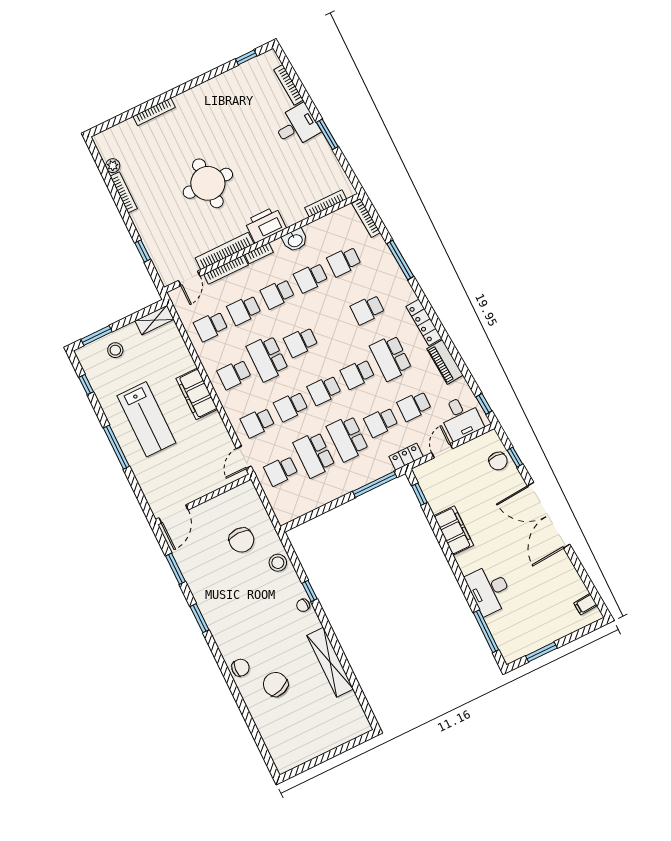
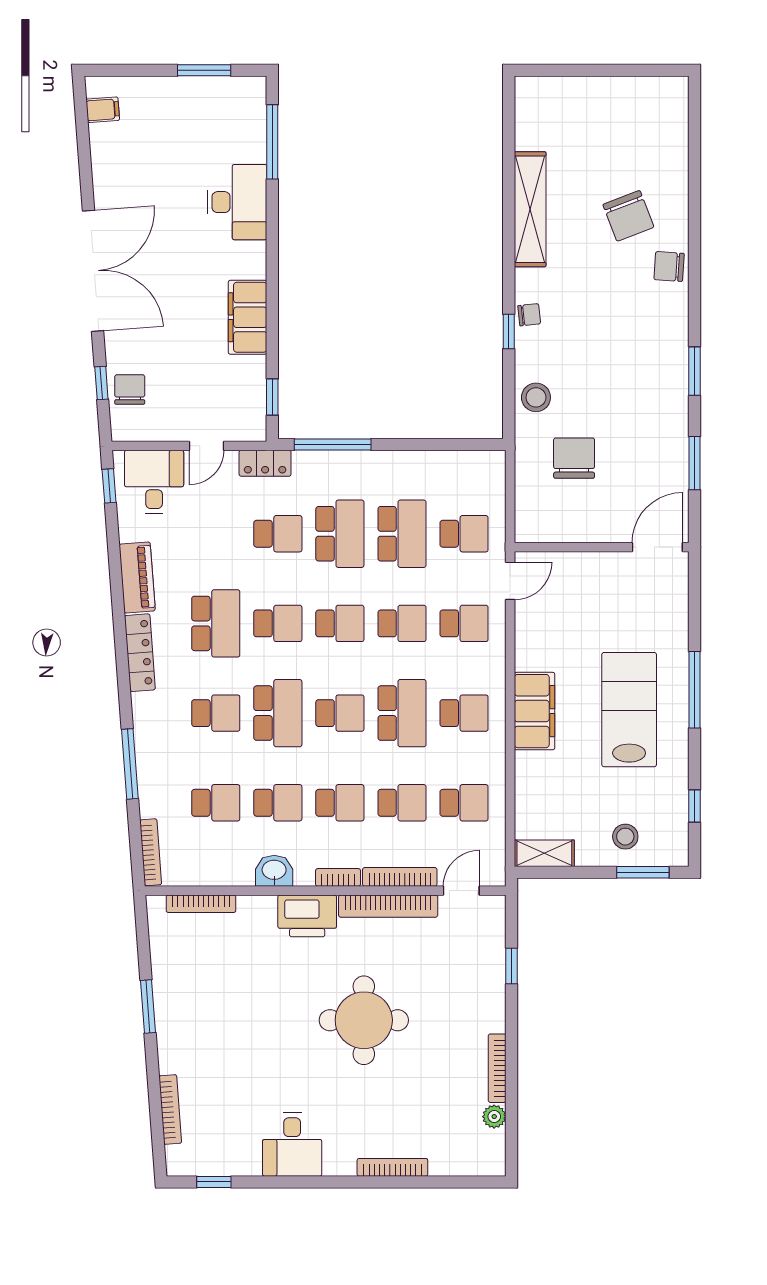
desk: (297, 126) -> (292, 1144), moved, turned -86
school desk: (414, 406) -> (278, 713), moved, width x1.85

